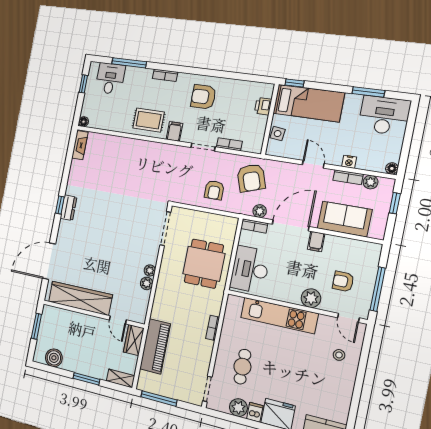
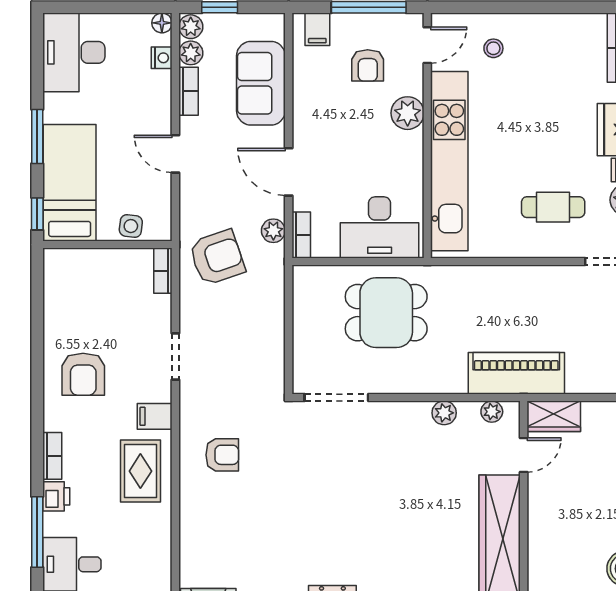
window: (368, 92) -> (37, 136), moved
printer: (263, 106) -> (56, 496), moved, turned -90
bookcase: (229, 144) -> (163, 271), moved
nightstand: (349, 162) -> (162, 58), moved
door: (313, 164) -> (175, 154), hinge flipped
plant: (386, 185) -> (191, 27), added
armchair: (214, 190) -> (222, 455), moved
door: (291, 225) -> (289, 172), width x0.73
filing cabinet: (316, 241) -> (317, 29), moved, turned 90
plant: (150, 270) -> (492, 412), moved
kitchen unit: (279, 316) -> (449, 161), width x1.36
bookcase: (213, 328) -> (497, 274), removed
piano: (155, 346) -> (516, 373), moved

